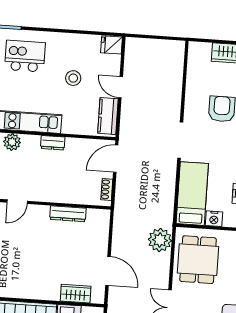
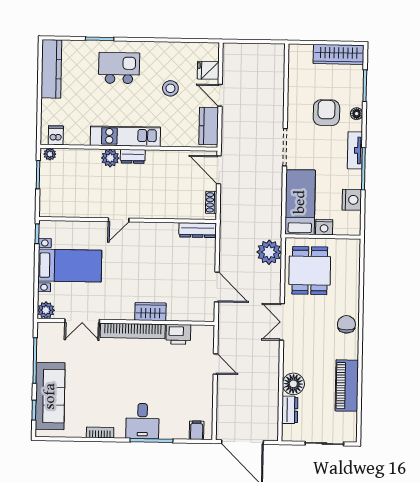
fridge: (112, 45) -> (208, 70), moved
dresser: (53, 143) -> (133, 156), moved
door: (116, 159) -> (219, 170), hinge flipped
dresser: (68, 214) -> (198, 230), moved
wardrobe: (76, 294) -> (150, 312), moved

